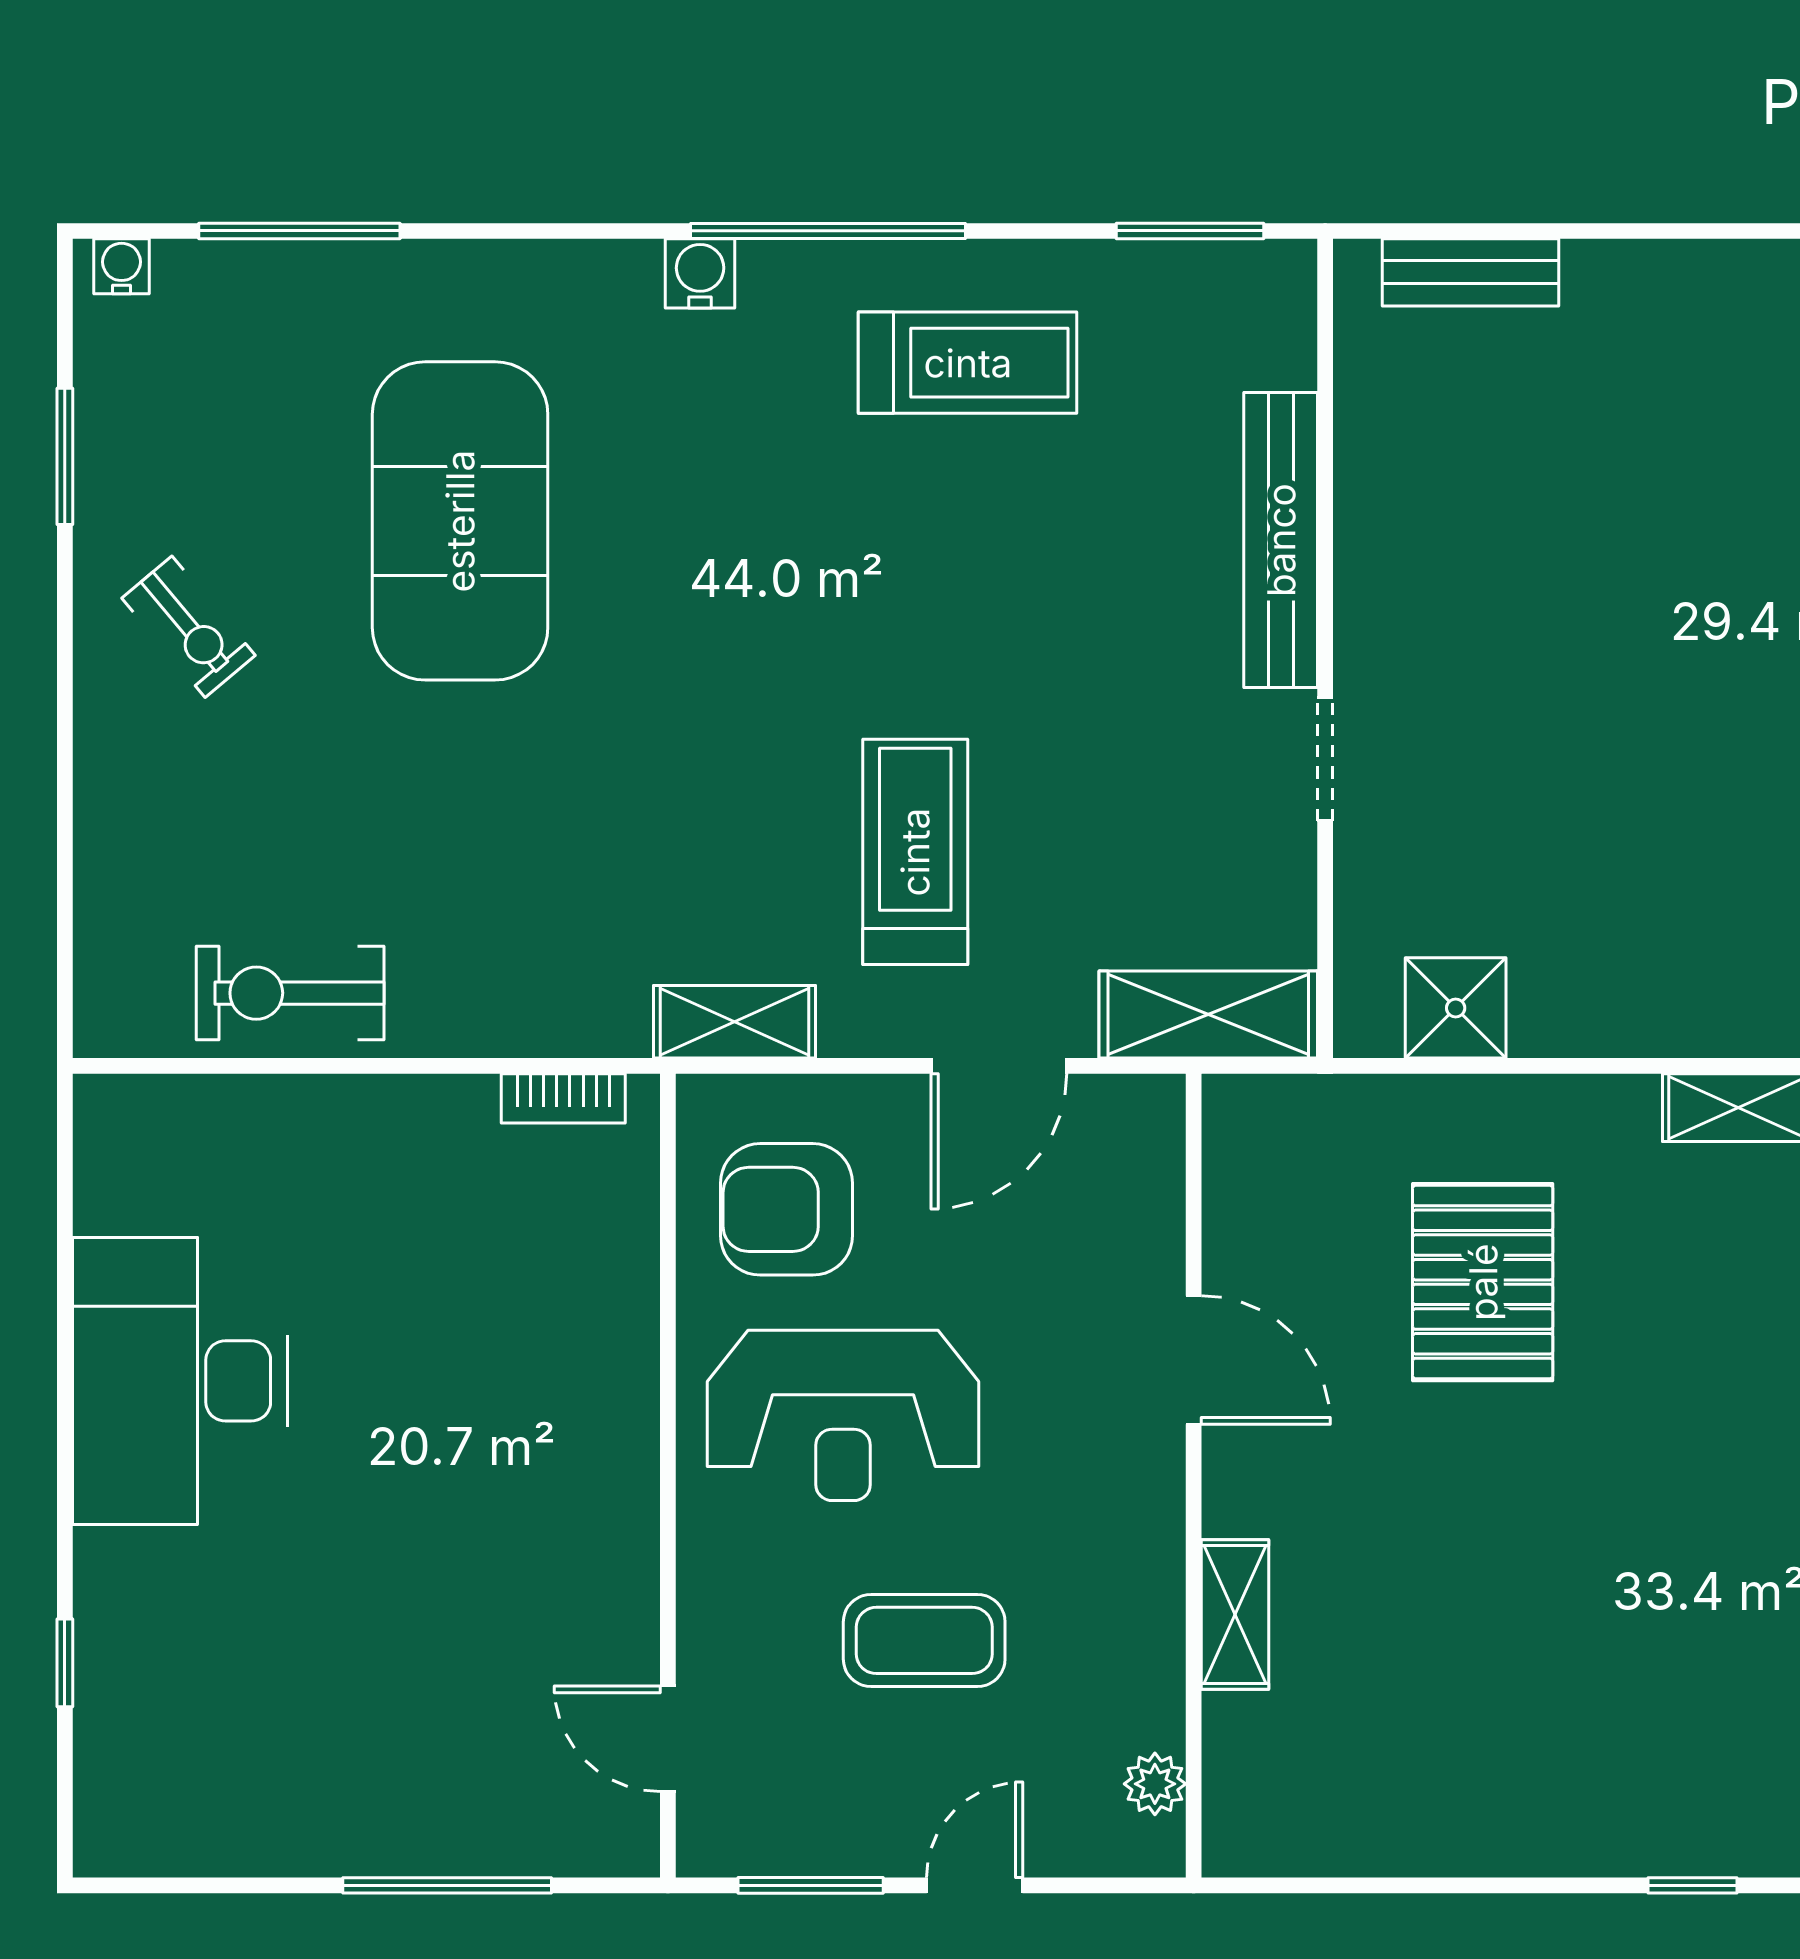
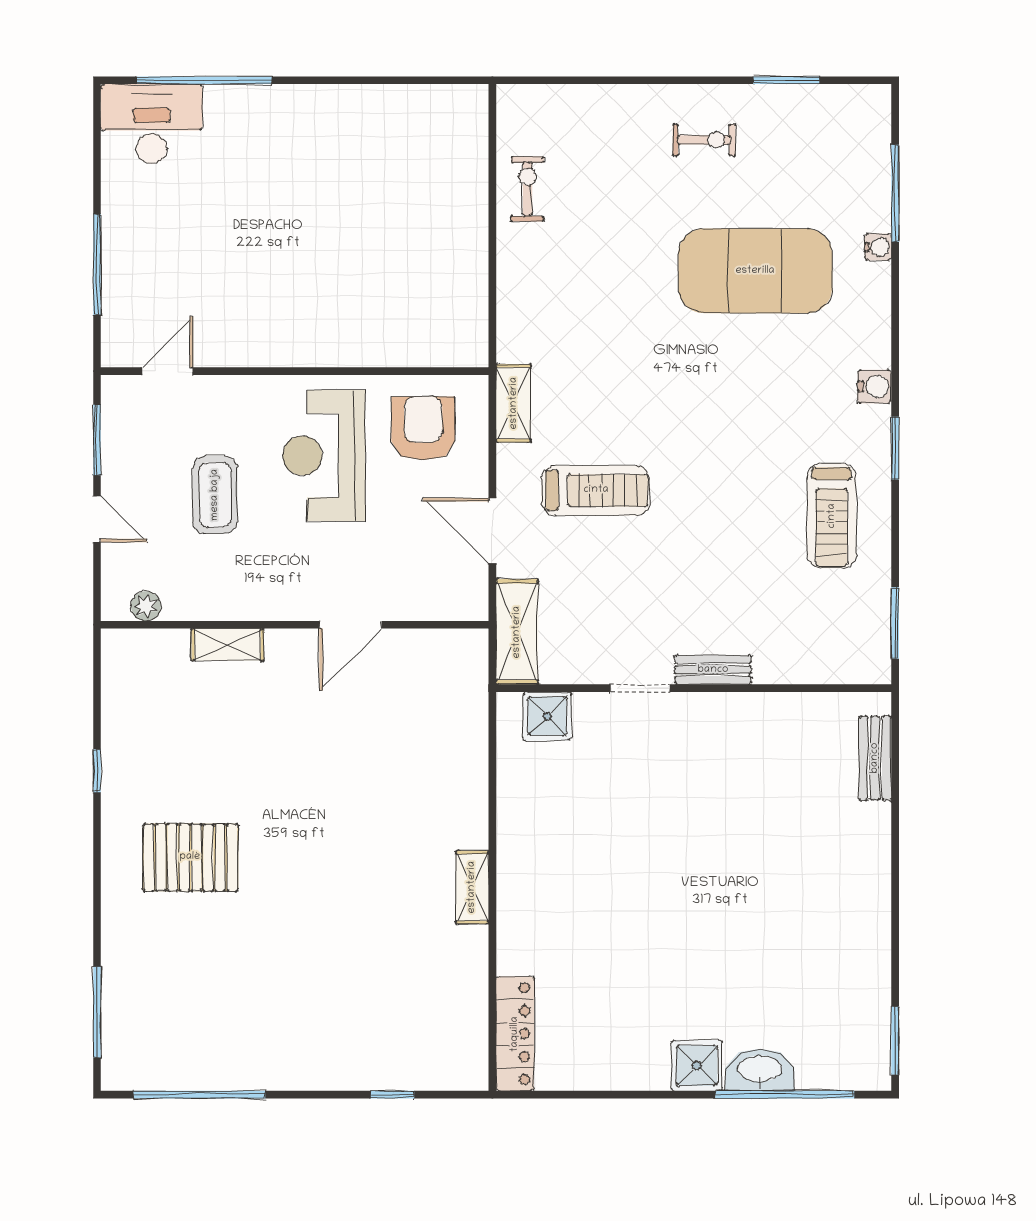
window: (828, 231) -> (895, 448), width x0.47
water cooler: (121, 266) -> (878, 247), moved
bench: (1281, 540) -> (713, 670), width x0.54, depth x0.82
exercise bike: (189, 627) -> (704, 140), turned -140
exercise bike: (290, 993) -> (527, 189), width x0.73, depth x0.72
shower: (1456, 1008) -> (547, 716), moved
bookcase: (563, 1098) -> (477, 321), removed
pallet: (1483, 1282) -> (190, 857), moved
desk: (180, 1381) -> (151, 124), moved, width x0.73, depth x0.77
window: (65, 1663) -> (204, 80), width x3.17
window: (1693, 1885) -> (97, 771), moved

